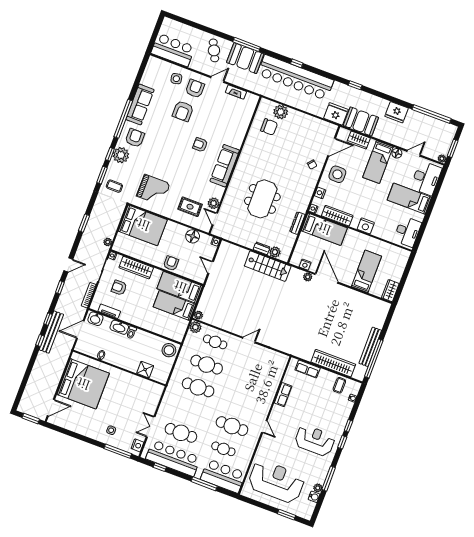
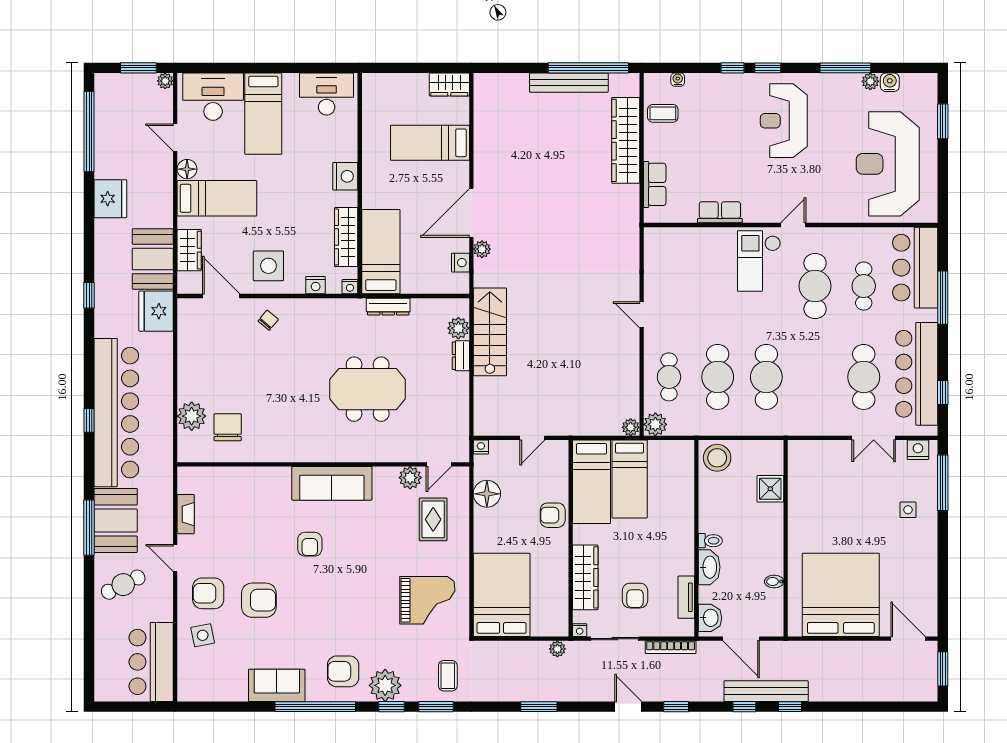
sofa: (140, 105) -> (277, 685), width x0.73
grand piano: (153, 190) -> (427, 600), turned 90
checkout: (254, 404) -> (759, 261), added

